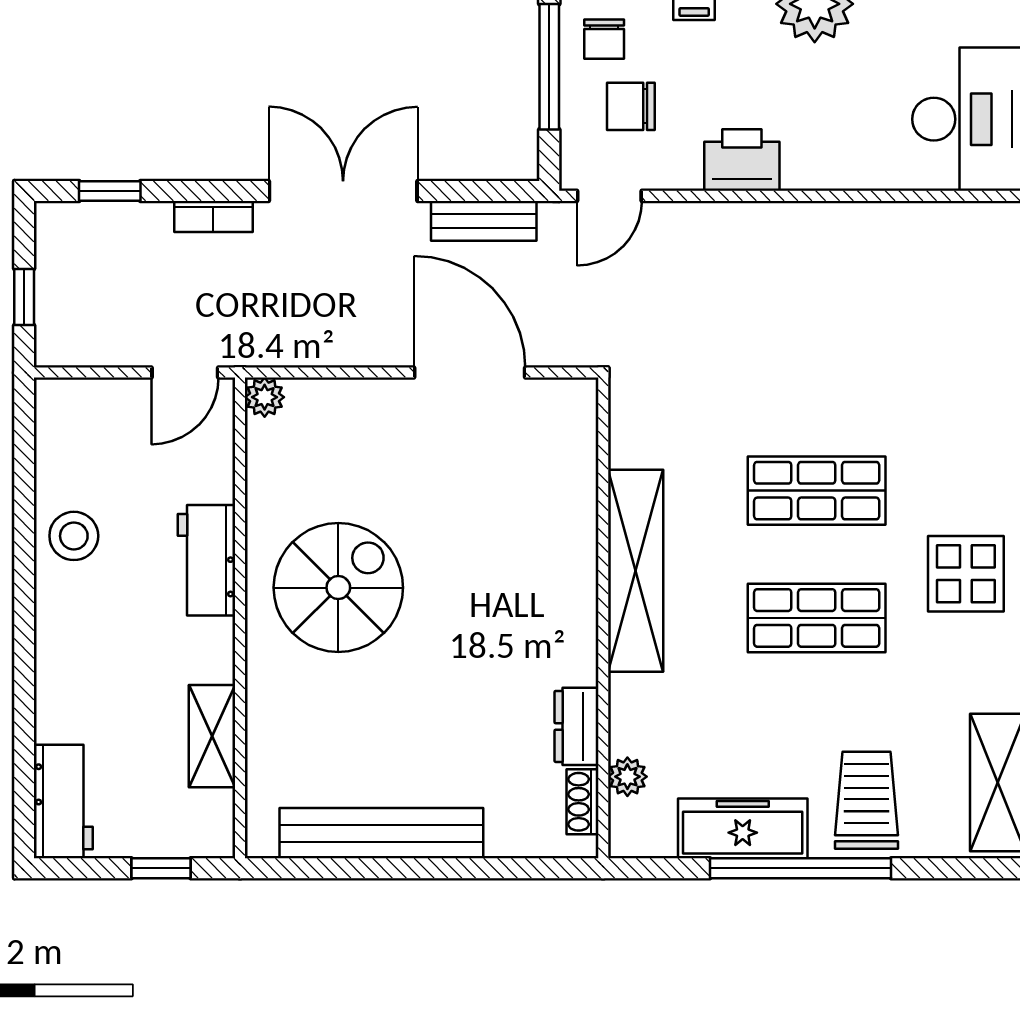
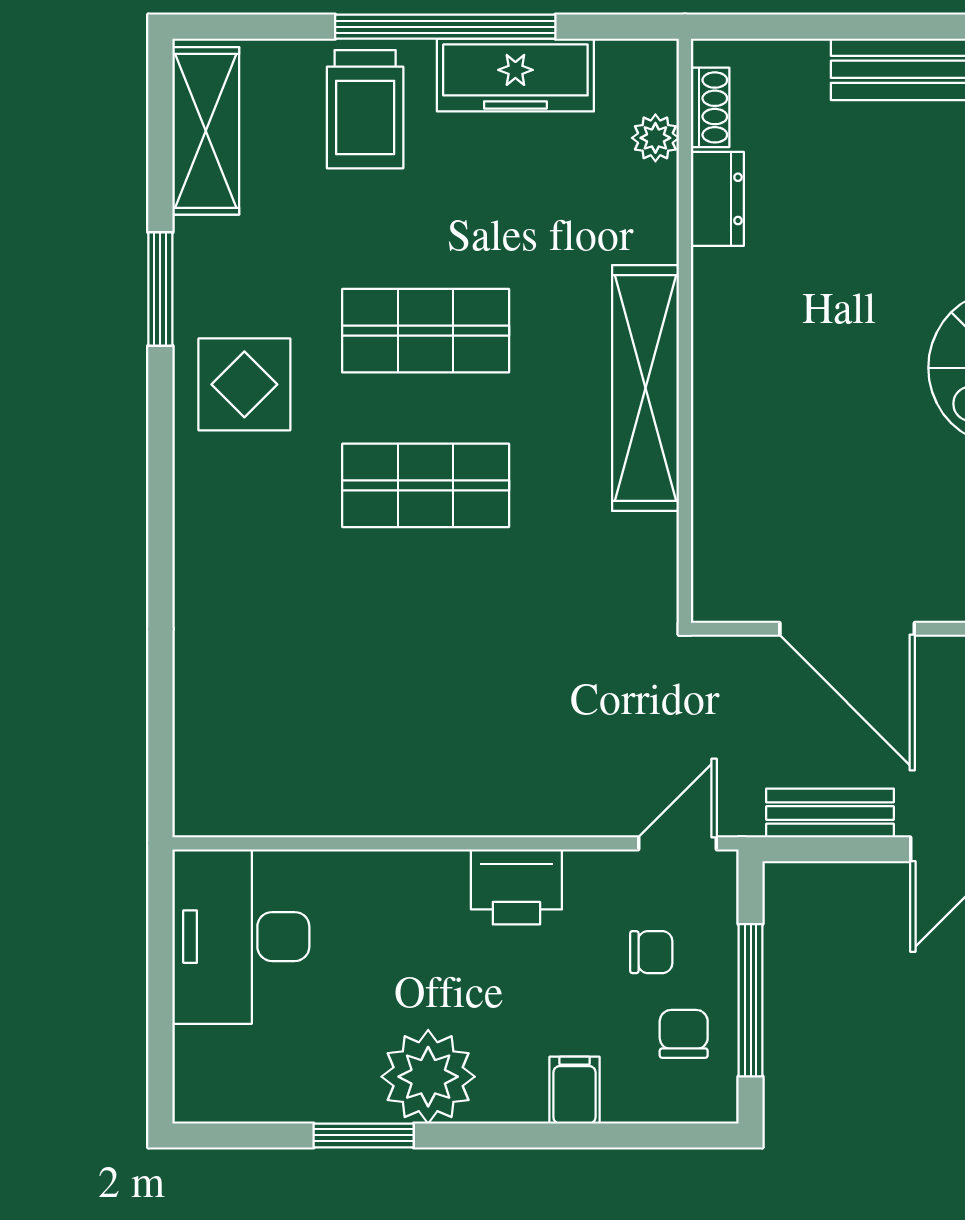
chair: (631, 106) -> (651, 952), width x0.73, depth x0.73

